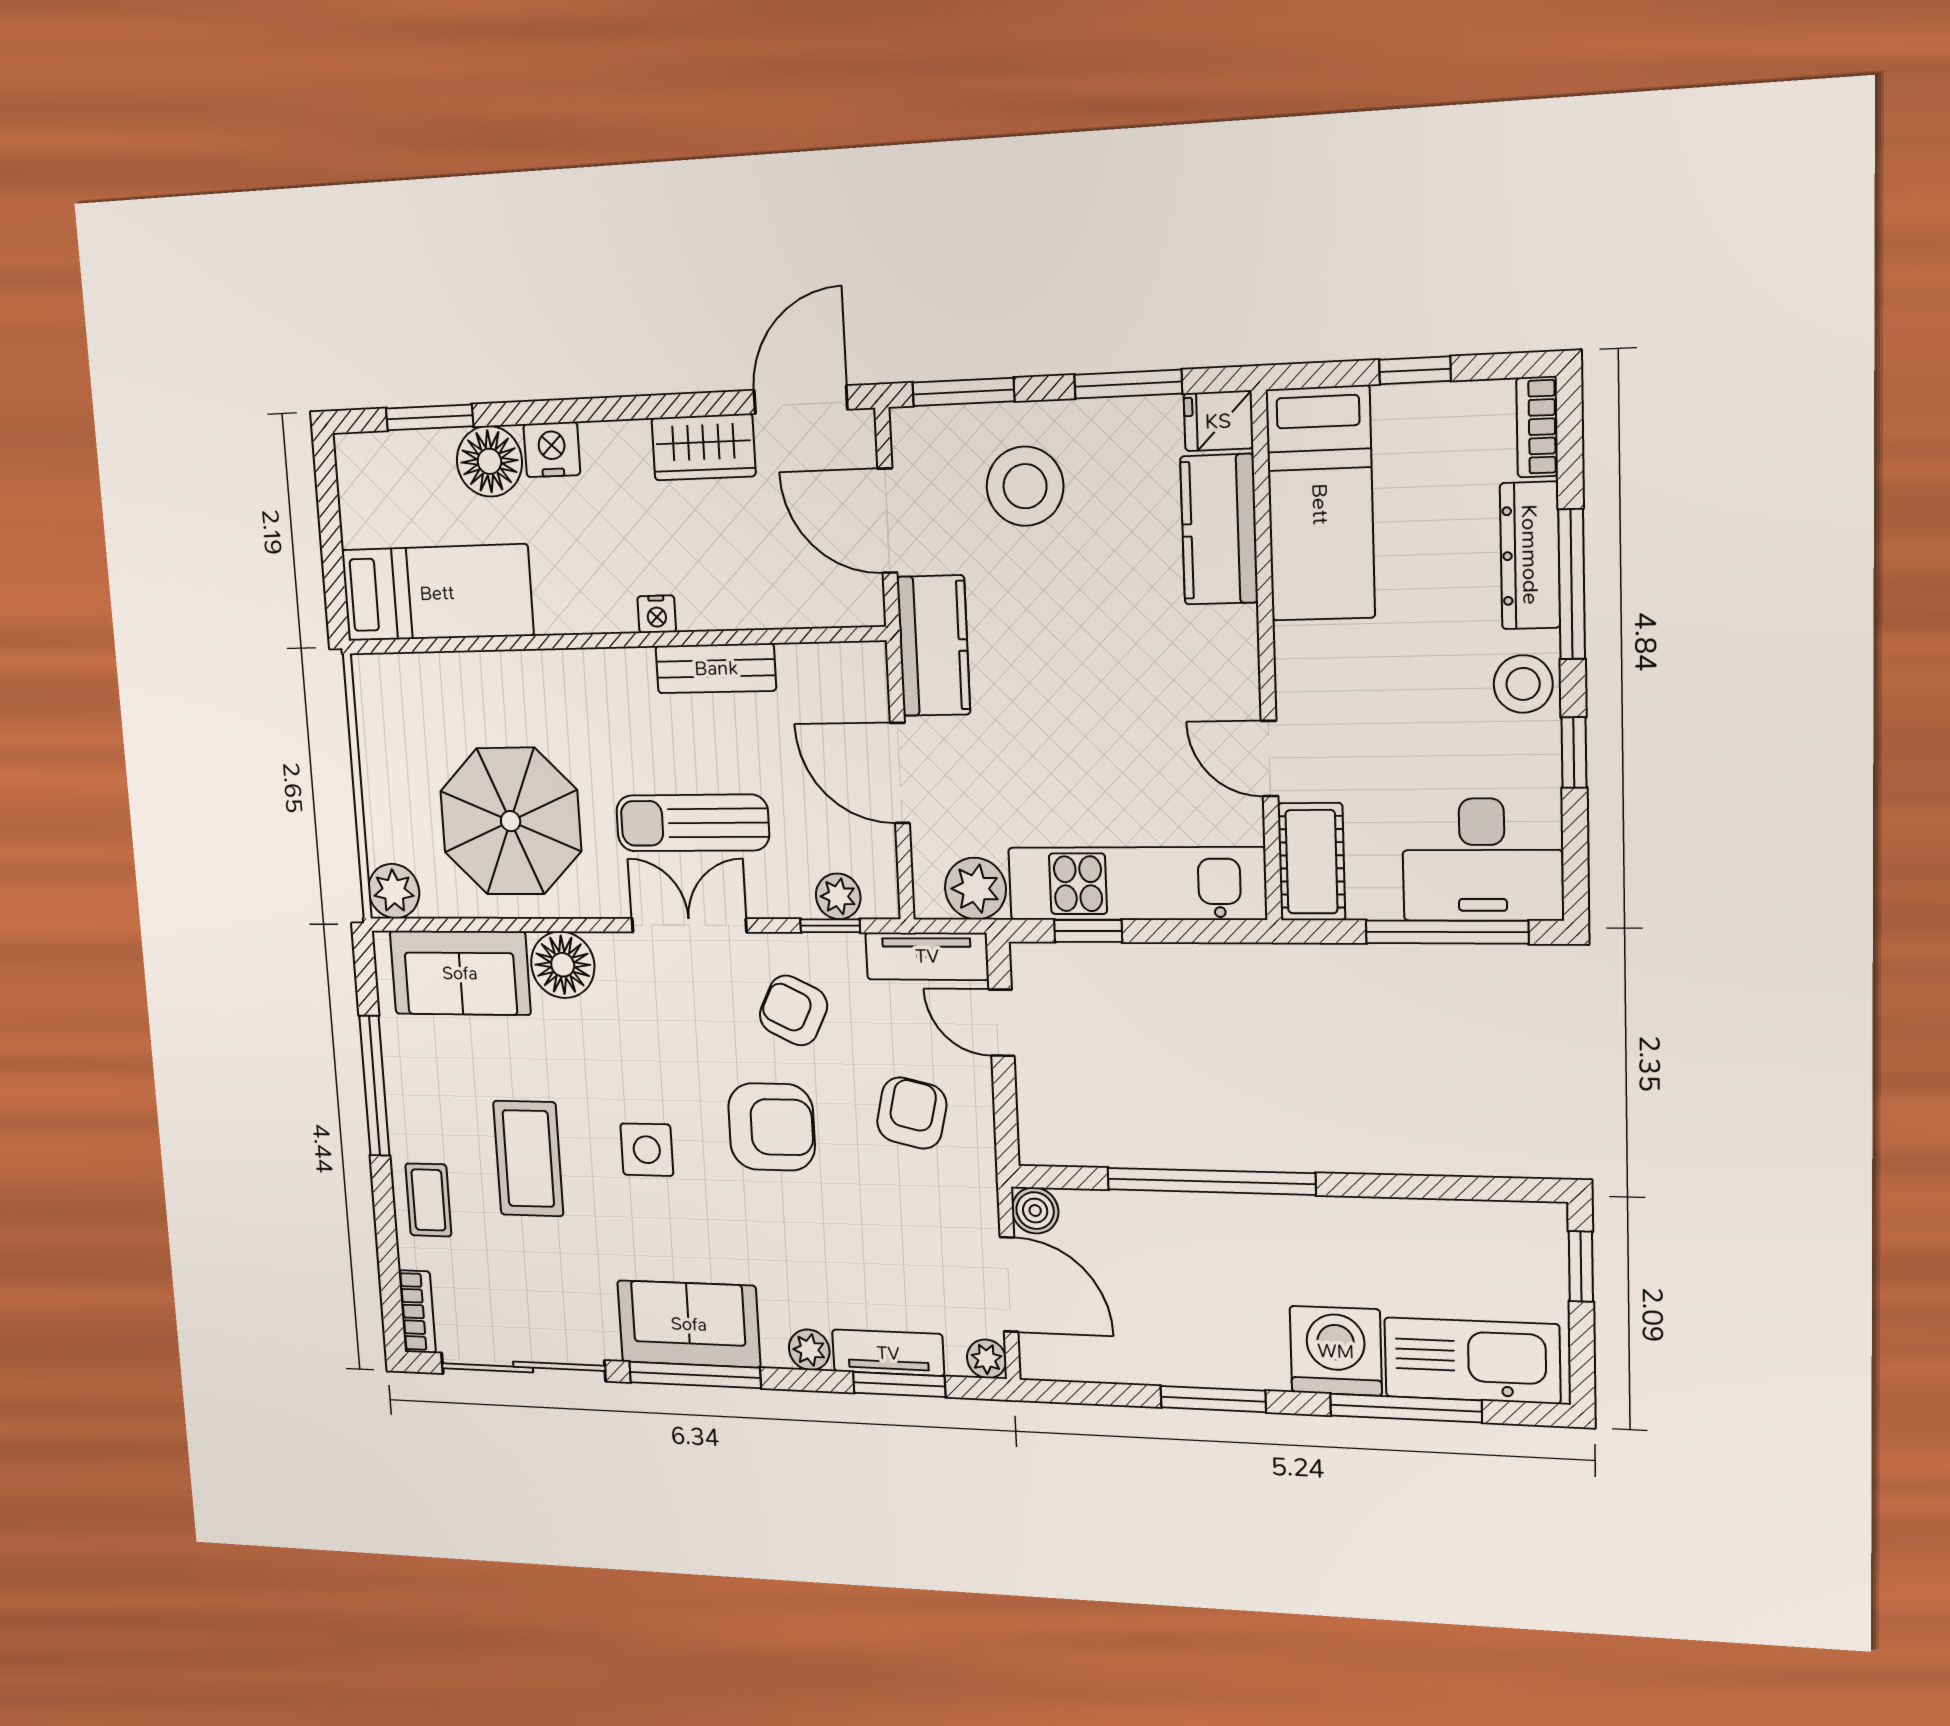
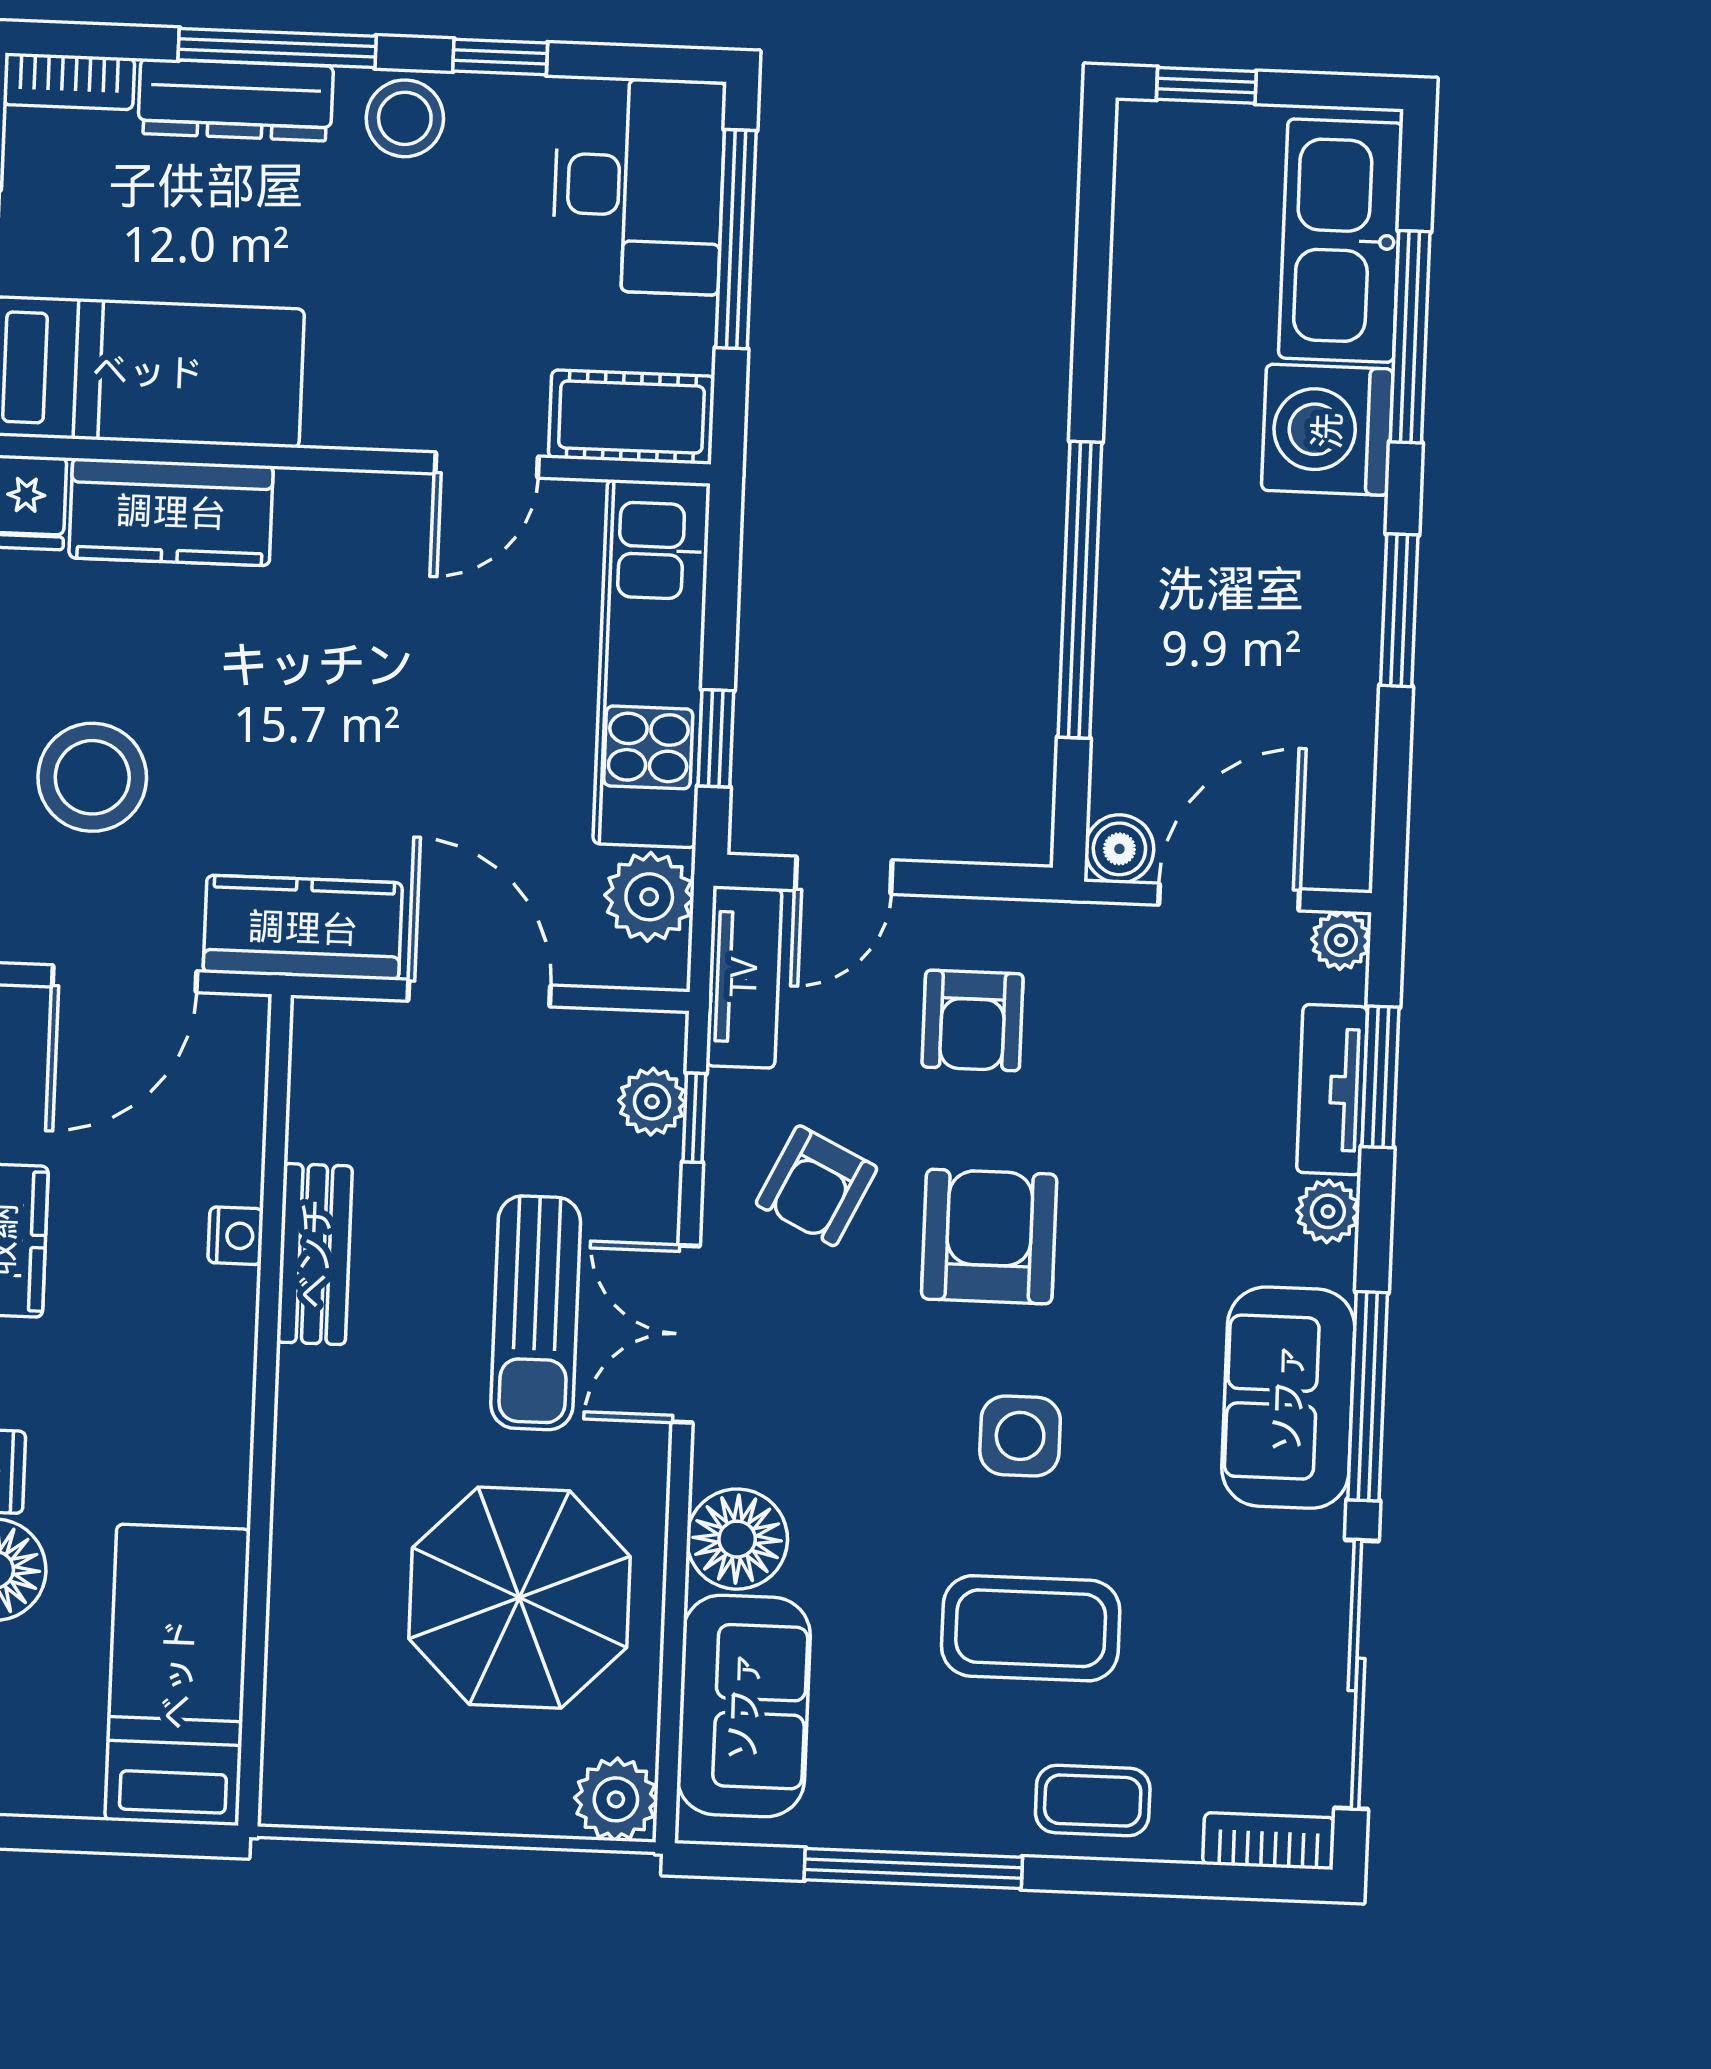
nightstand: (657, 614) -> (236, 1236), moved
door: (900, 773) -> (479, 993), swing flipped
armchair: (912, 1113) -> (973, 1020), turned -103

